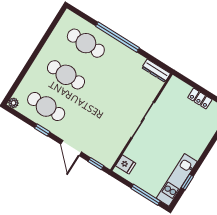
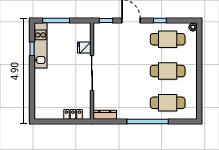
locker: (200, 99) -> (73, 114), moved
fridge: (126, 164) -> (84, 48), moved

